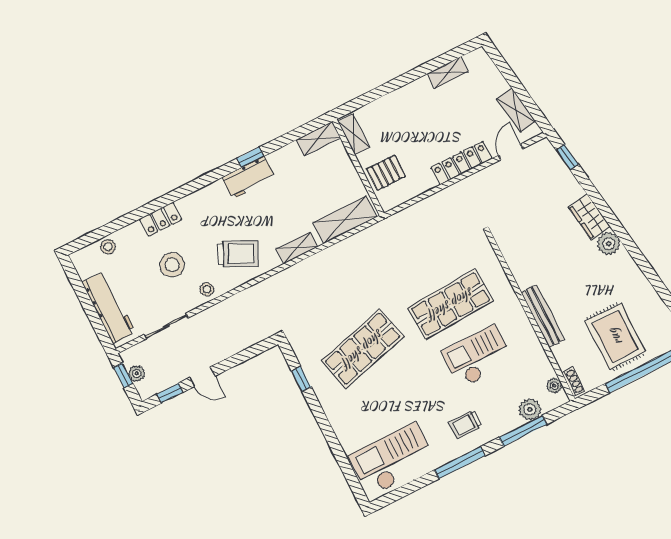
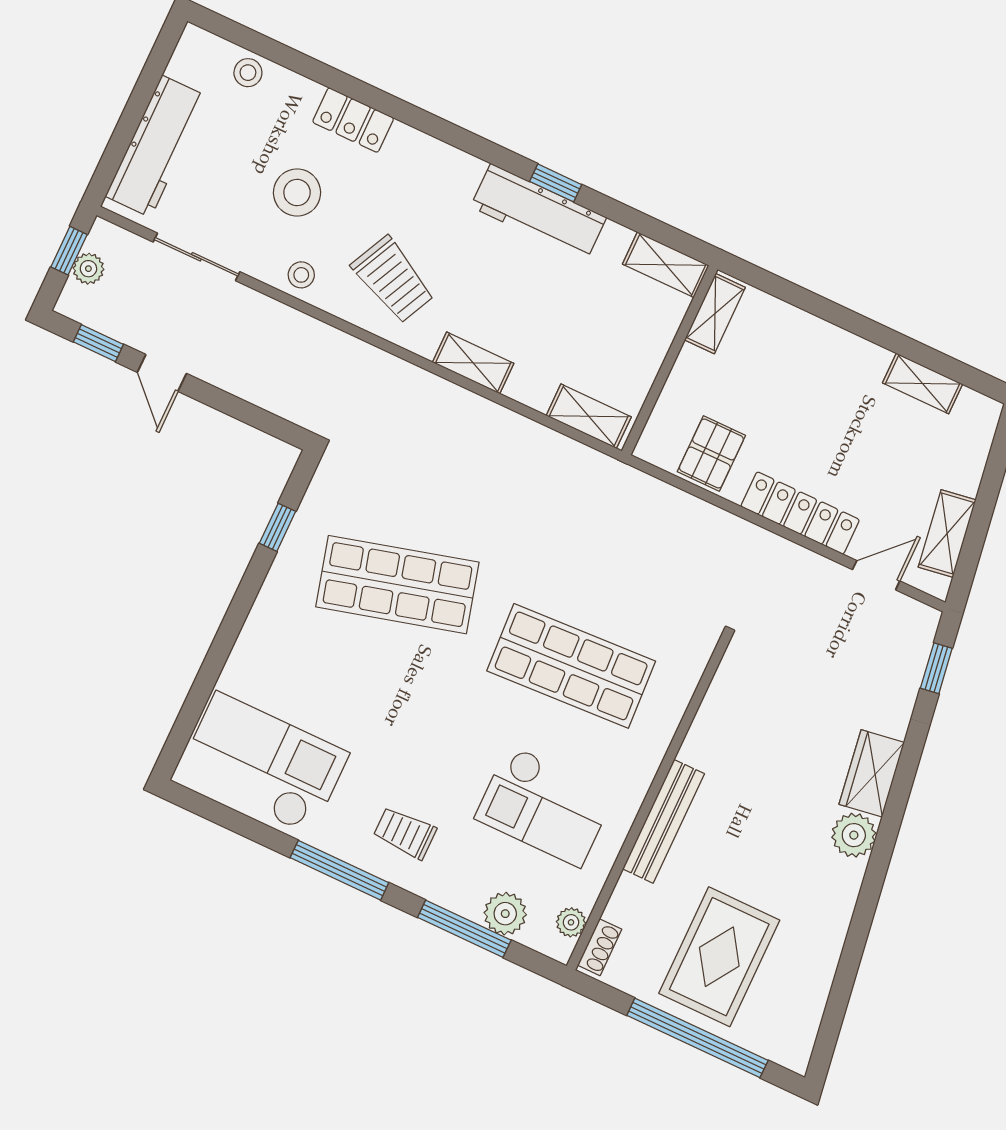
pallet: (386, 173) -> (711, 454), moved, turned 90
workbench: (249, 178) -> (538, 212), width x1.37
shelving: (345, 220) -> (589, 416), width x0.67, depth x0.75
checkout: (478, 357) -> (545, 806), moved, turned 180

